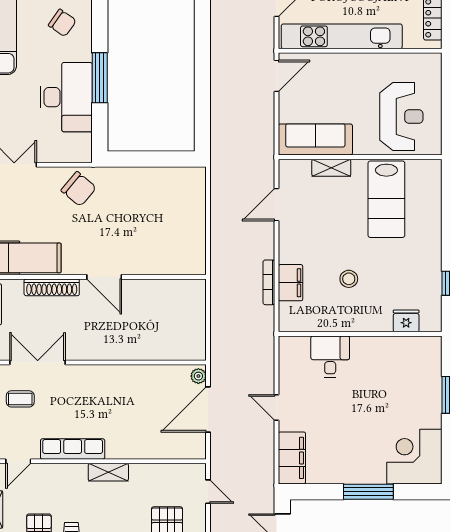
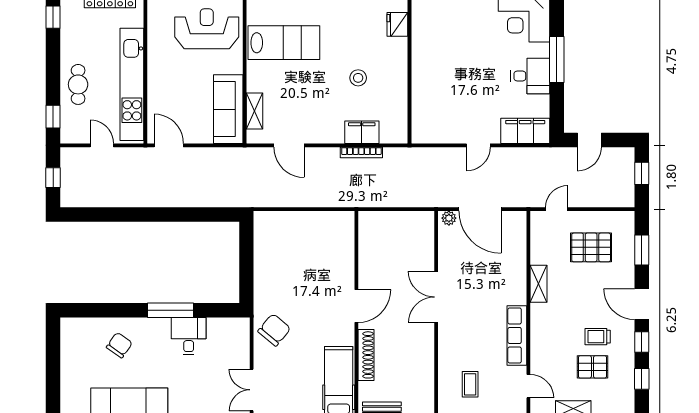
desk: (66, 97) -> (189, 336), width x0.53, depth x0.77
shelving: (331, 168) -> (254, 111), moved
desk: (330, 357) -> (530, 76), moved, turned 180
double door: (38, 362) -> (436, 297), moved
shelving: (108, 472) -> (538, 284), moved

